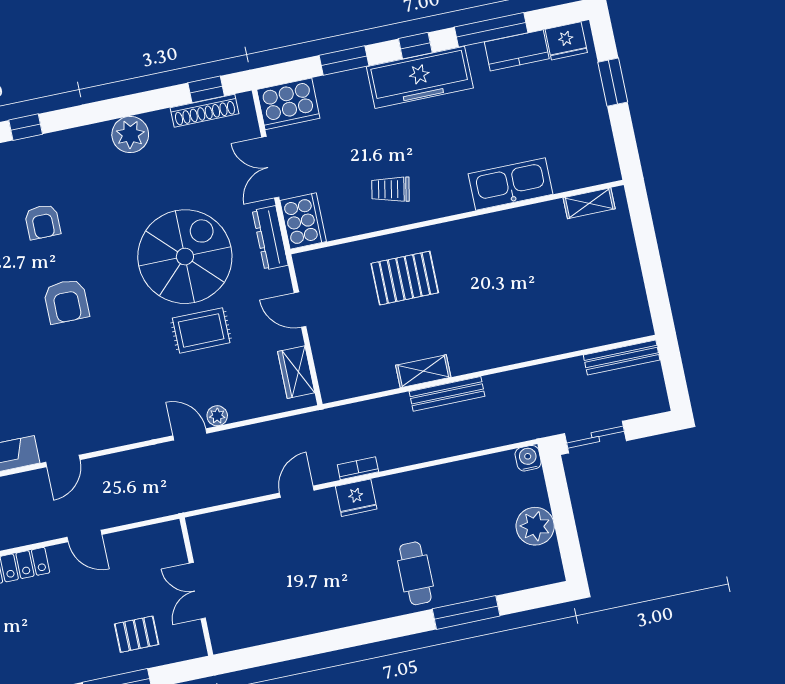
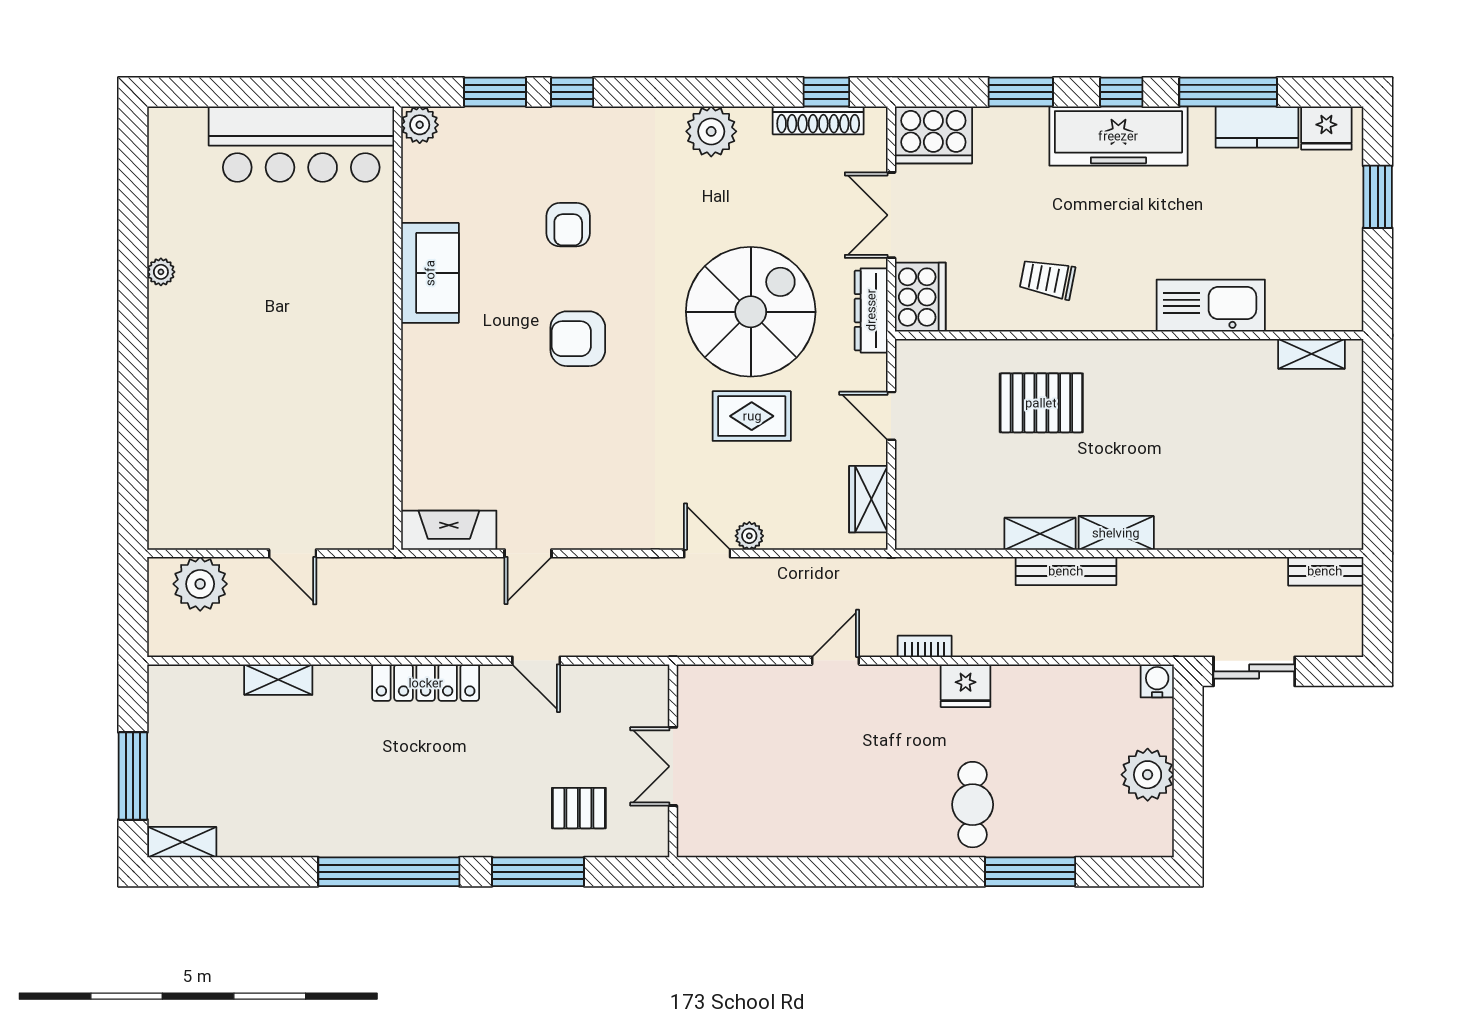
armchair: (66, 301) -> (578, 339), turned 90
bench: (622, 357) -> (1325, 571), width x0.73
shelving: (477, 359) -> (1116, 533), added
fridge: (356, 498) -> (966, 686), moved

